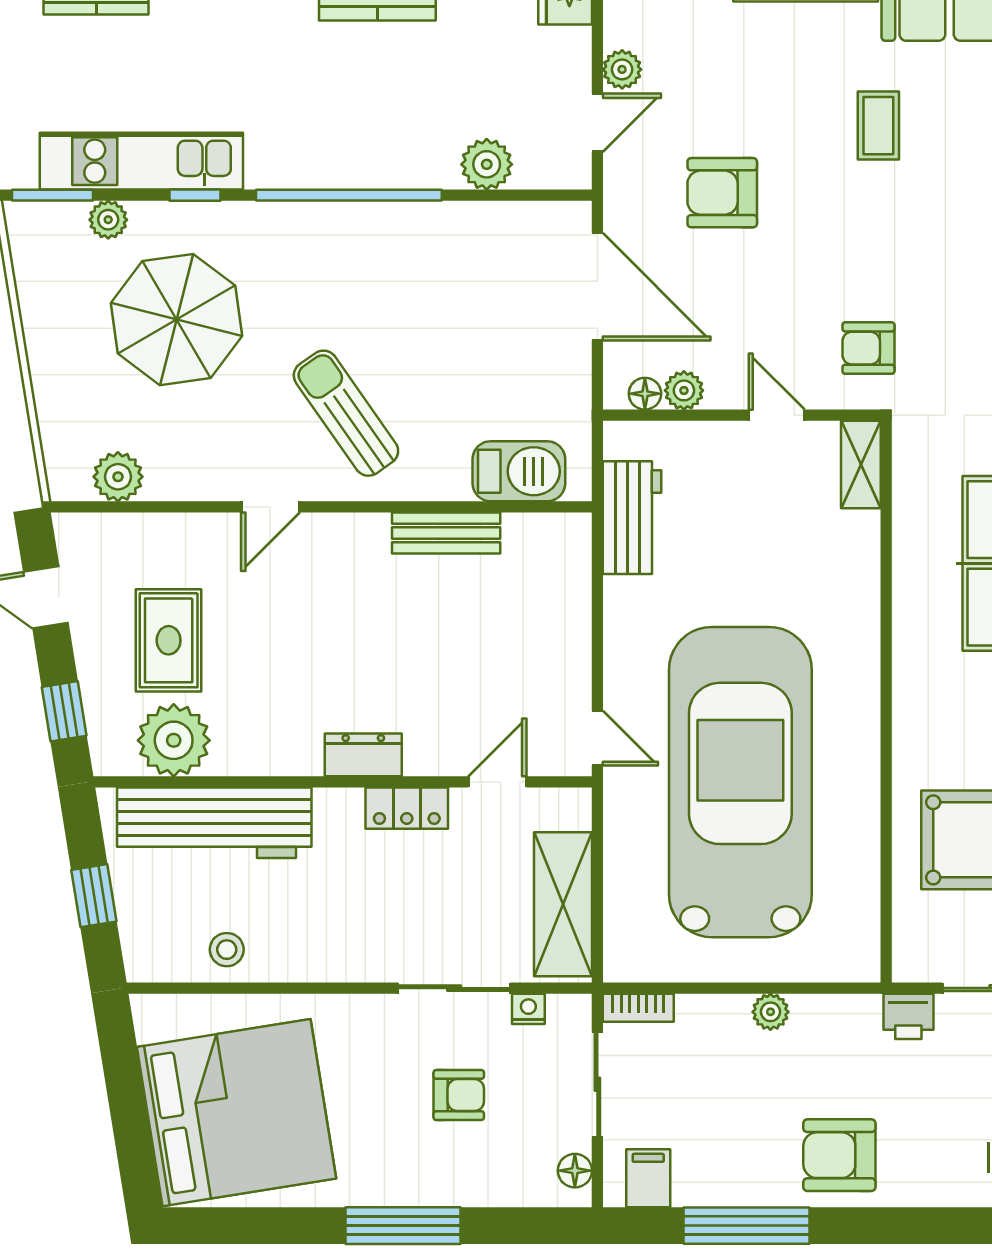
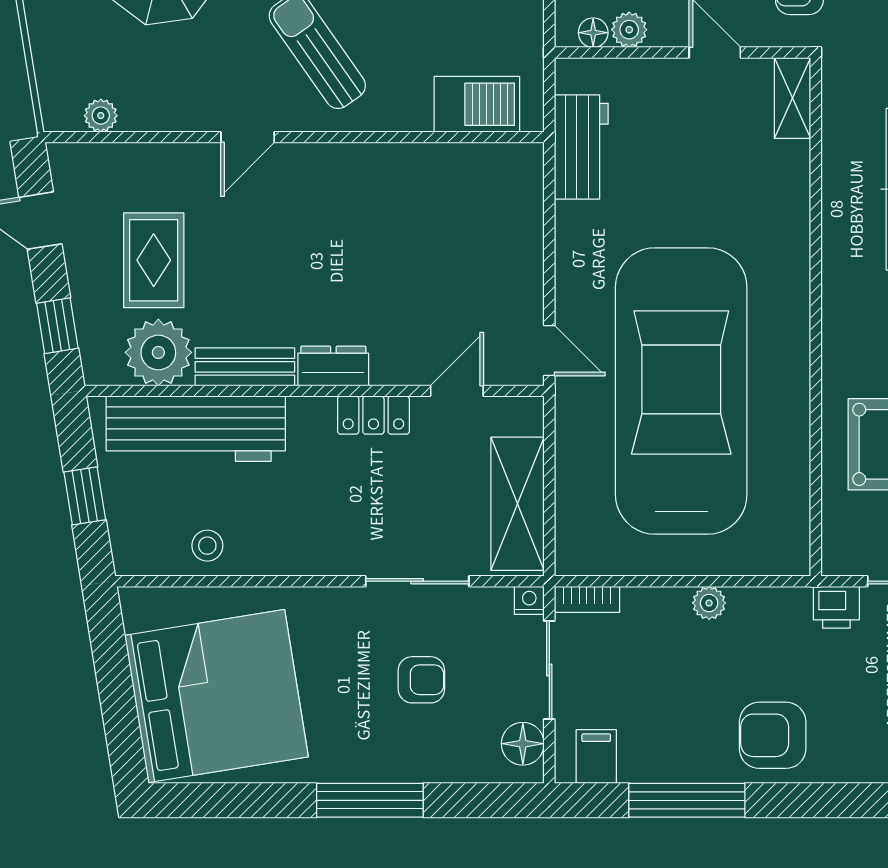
plant: (118, 477) -> (101, 116), width x0.73, depth x0.73
bench: (446, 533) -> (245, 367), moved
nightstand: (528, 1009) -> (529, 600), moved
floor lamp: (575, 1171) -> (523, 744), width x1.37, depth x1.37

